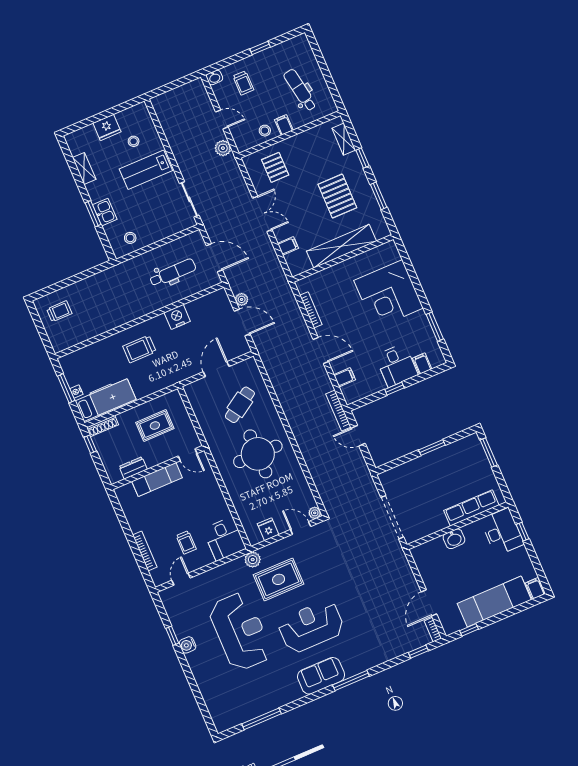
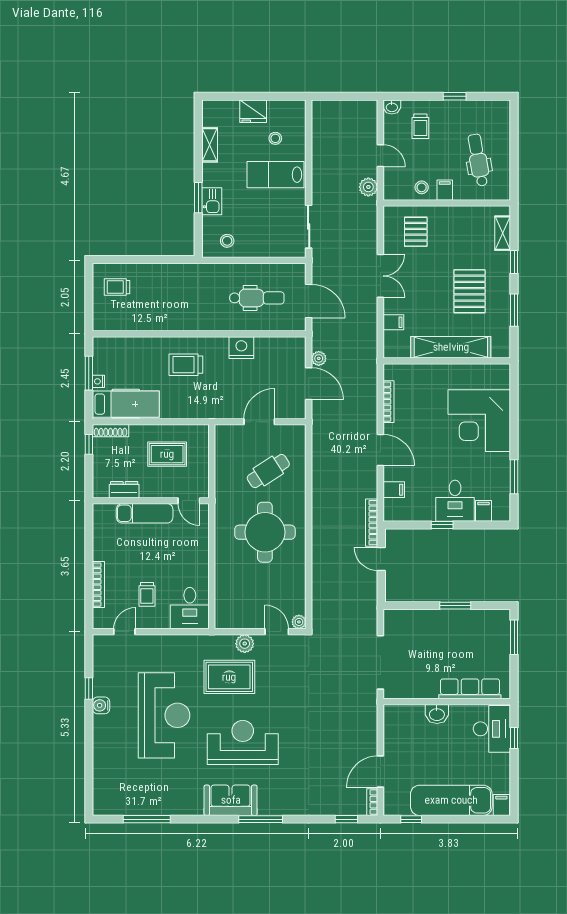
trolley: (59, 311) -> (117, 287), turned 180
fridge: (268, 529) -> (241, 618), removed
plant: (253, 560) -> (245, 644), moved

